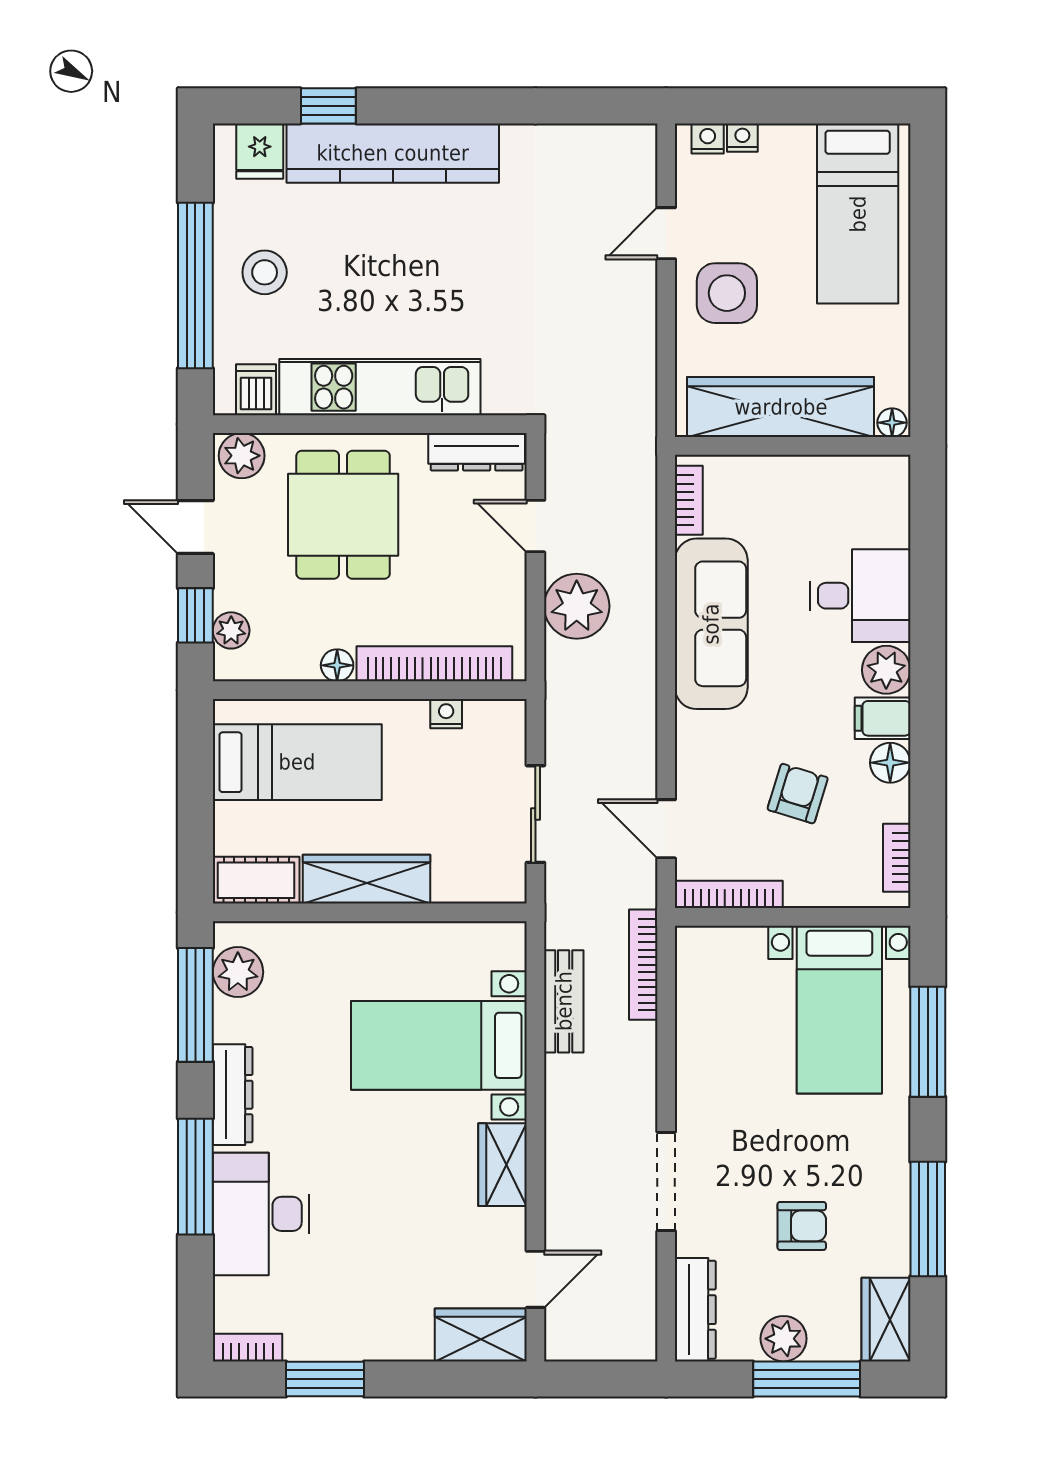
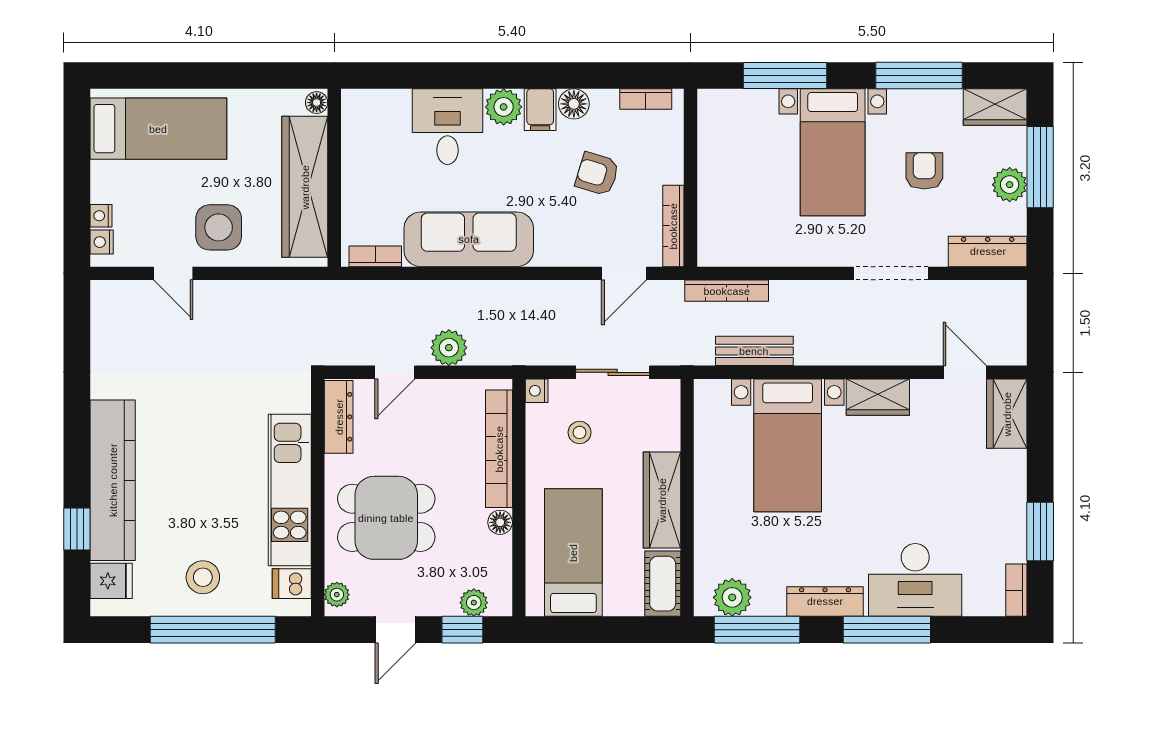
plant: (242, 456) -> (337, 595), width x0.73, depth x0.73
plant: (577, 606) -> (449, 348), width x0.73, depth x0.73
nightstand: (446, 714) -> (537, 391), moved
stool: (456, 770) -> (580, 432), added
bed with nightstands: (839, 1010) -> (833, 152), moved, turned 90

